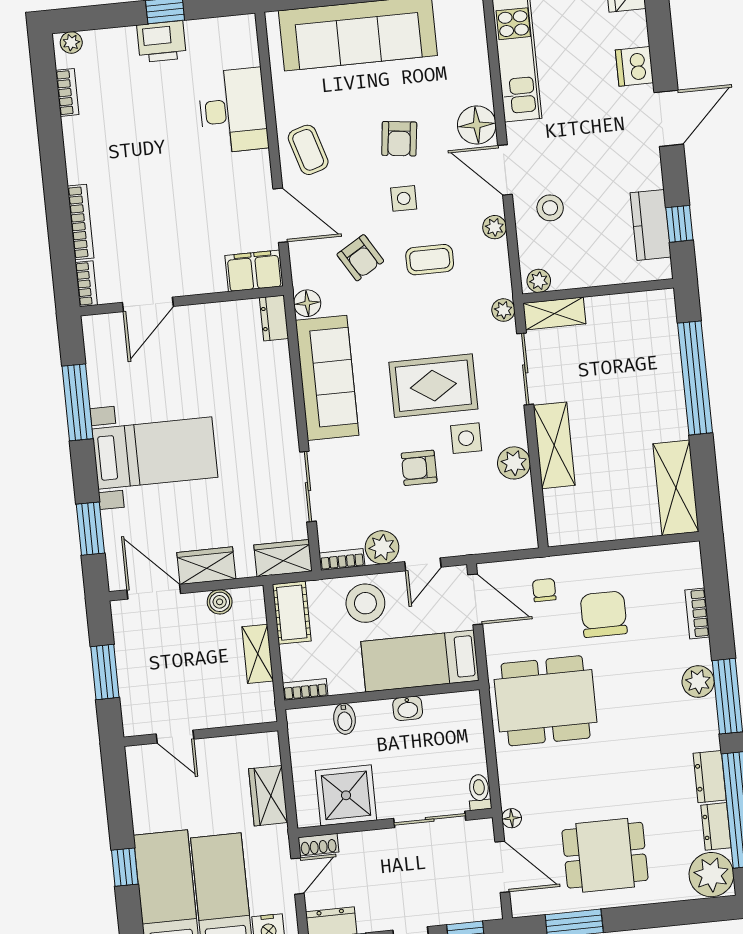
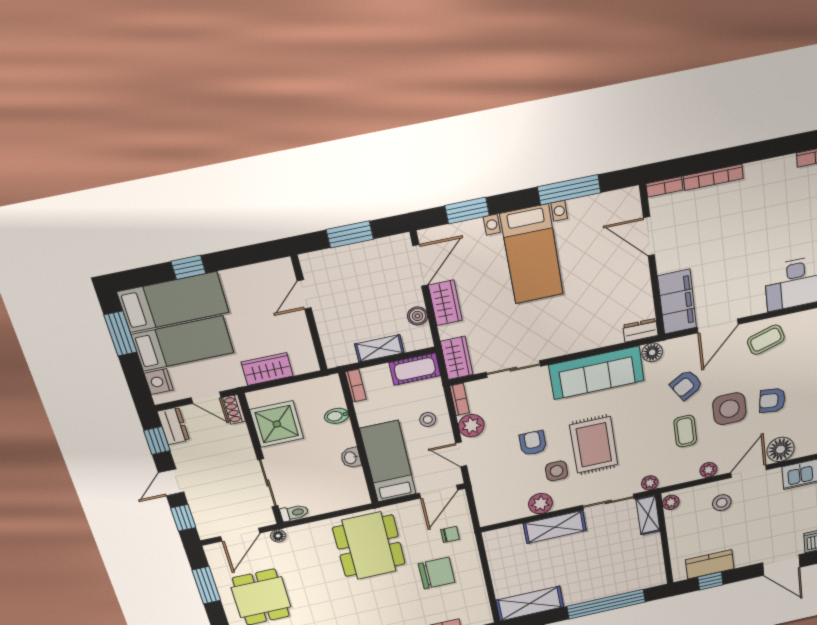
side table: (404, 198) -> (729, 409), width x1.87, depth x1.87
filing cabinet: (254, 271) -> (677, 302), width x1.50, depth x1.17
stool: (365, 603) -> (428, 419), width x0.53, depth x0.53

